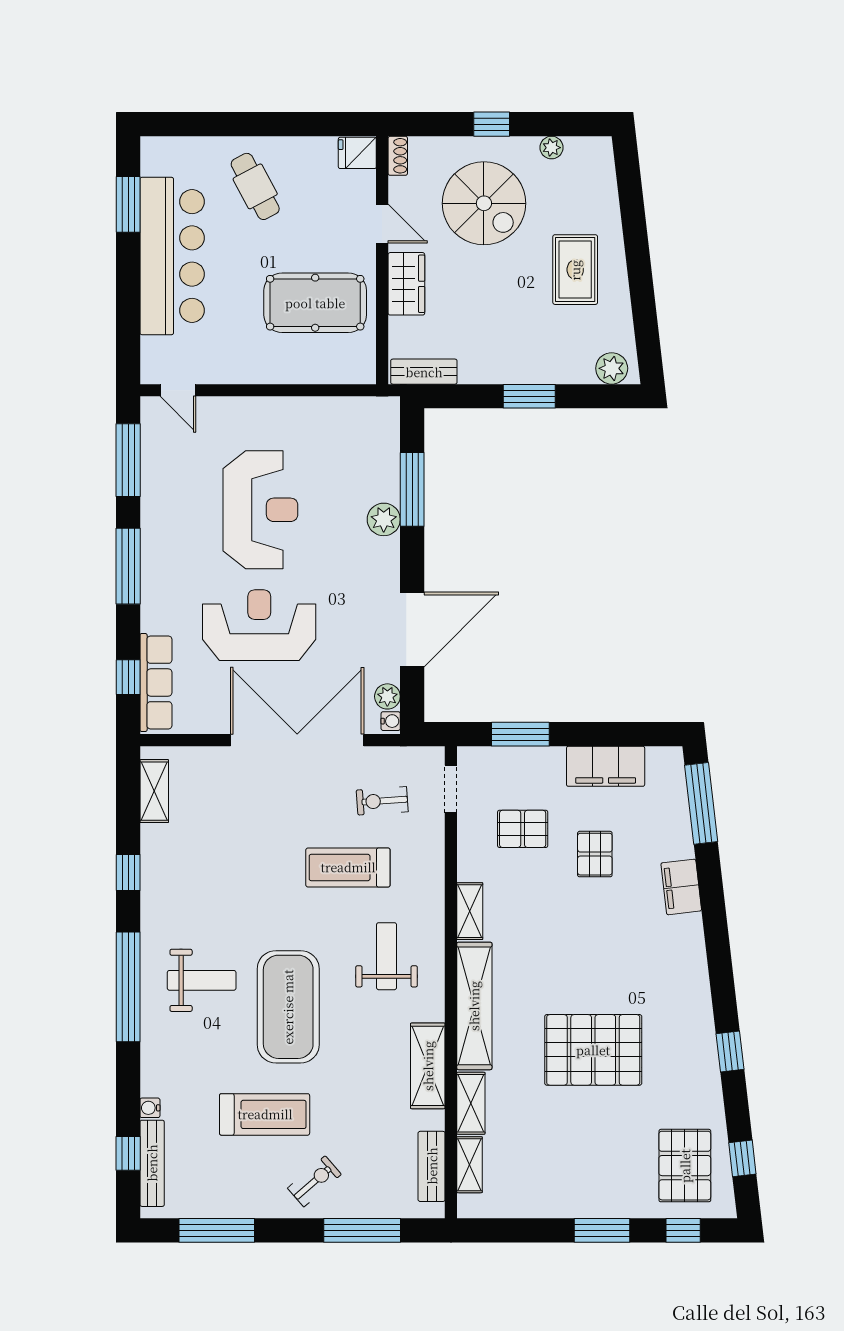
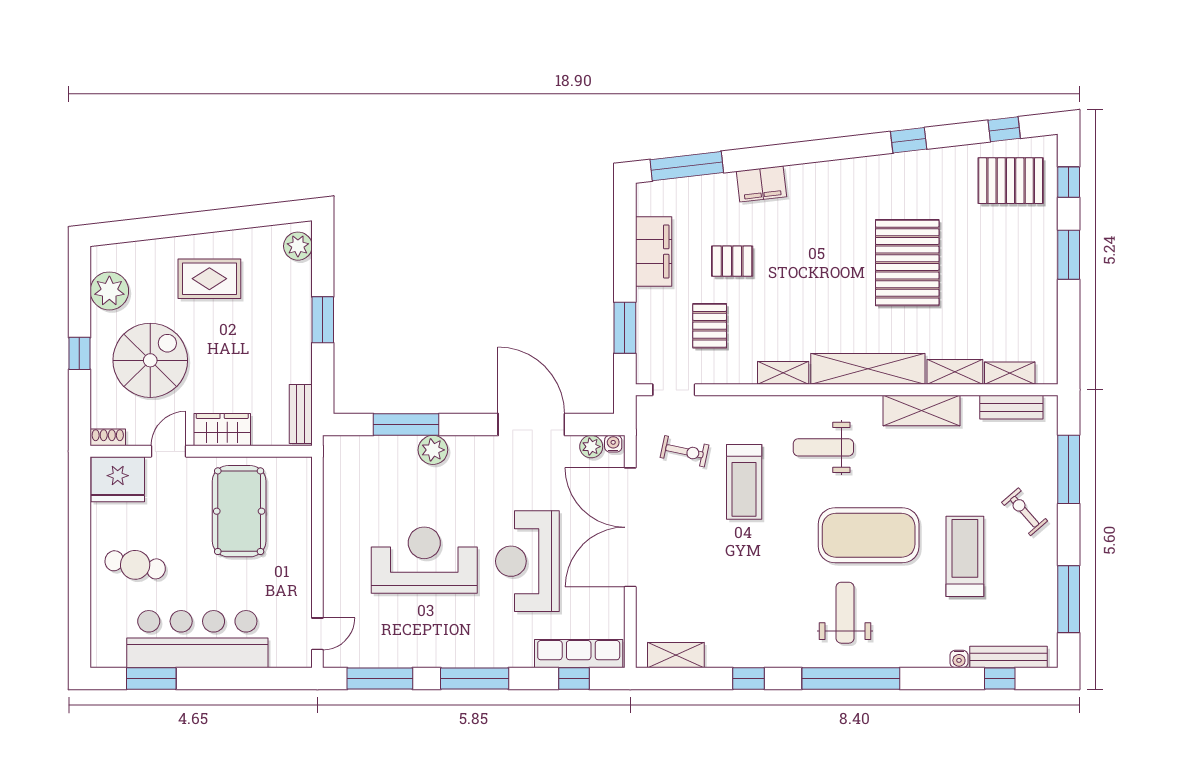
plant: (552, 148) -> (109, 291), width x1.88, depth x1.88
fridge: (357, 153) -> (118, 479), width x1.88, depth x1.34
cafe table: (255, 186) -> (135, 565), turned 39
exercise bike: (382, 801) -> (684, 451), turned -74

